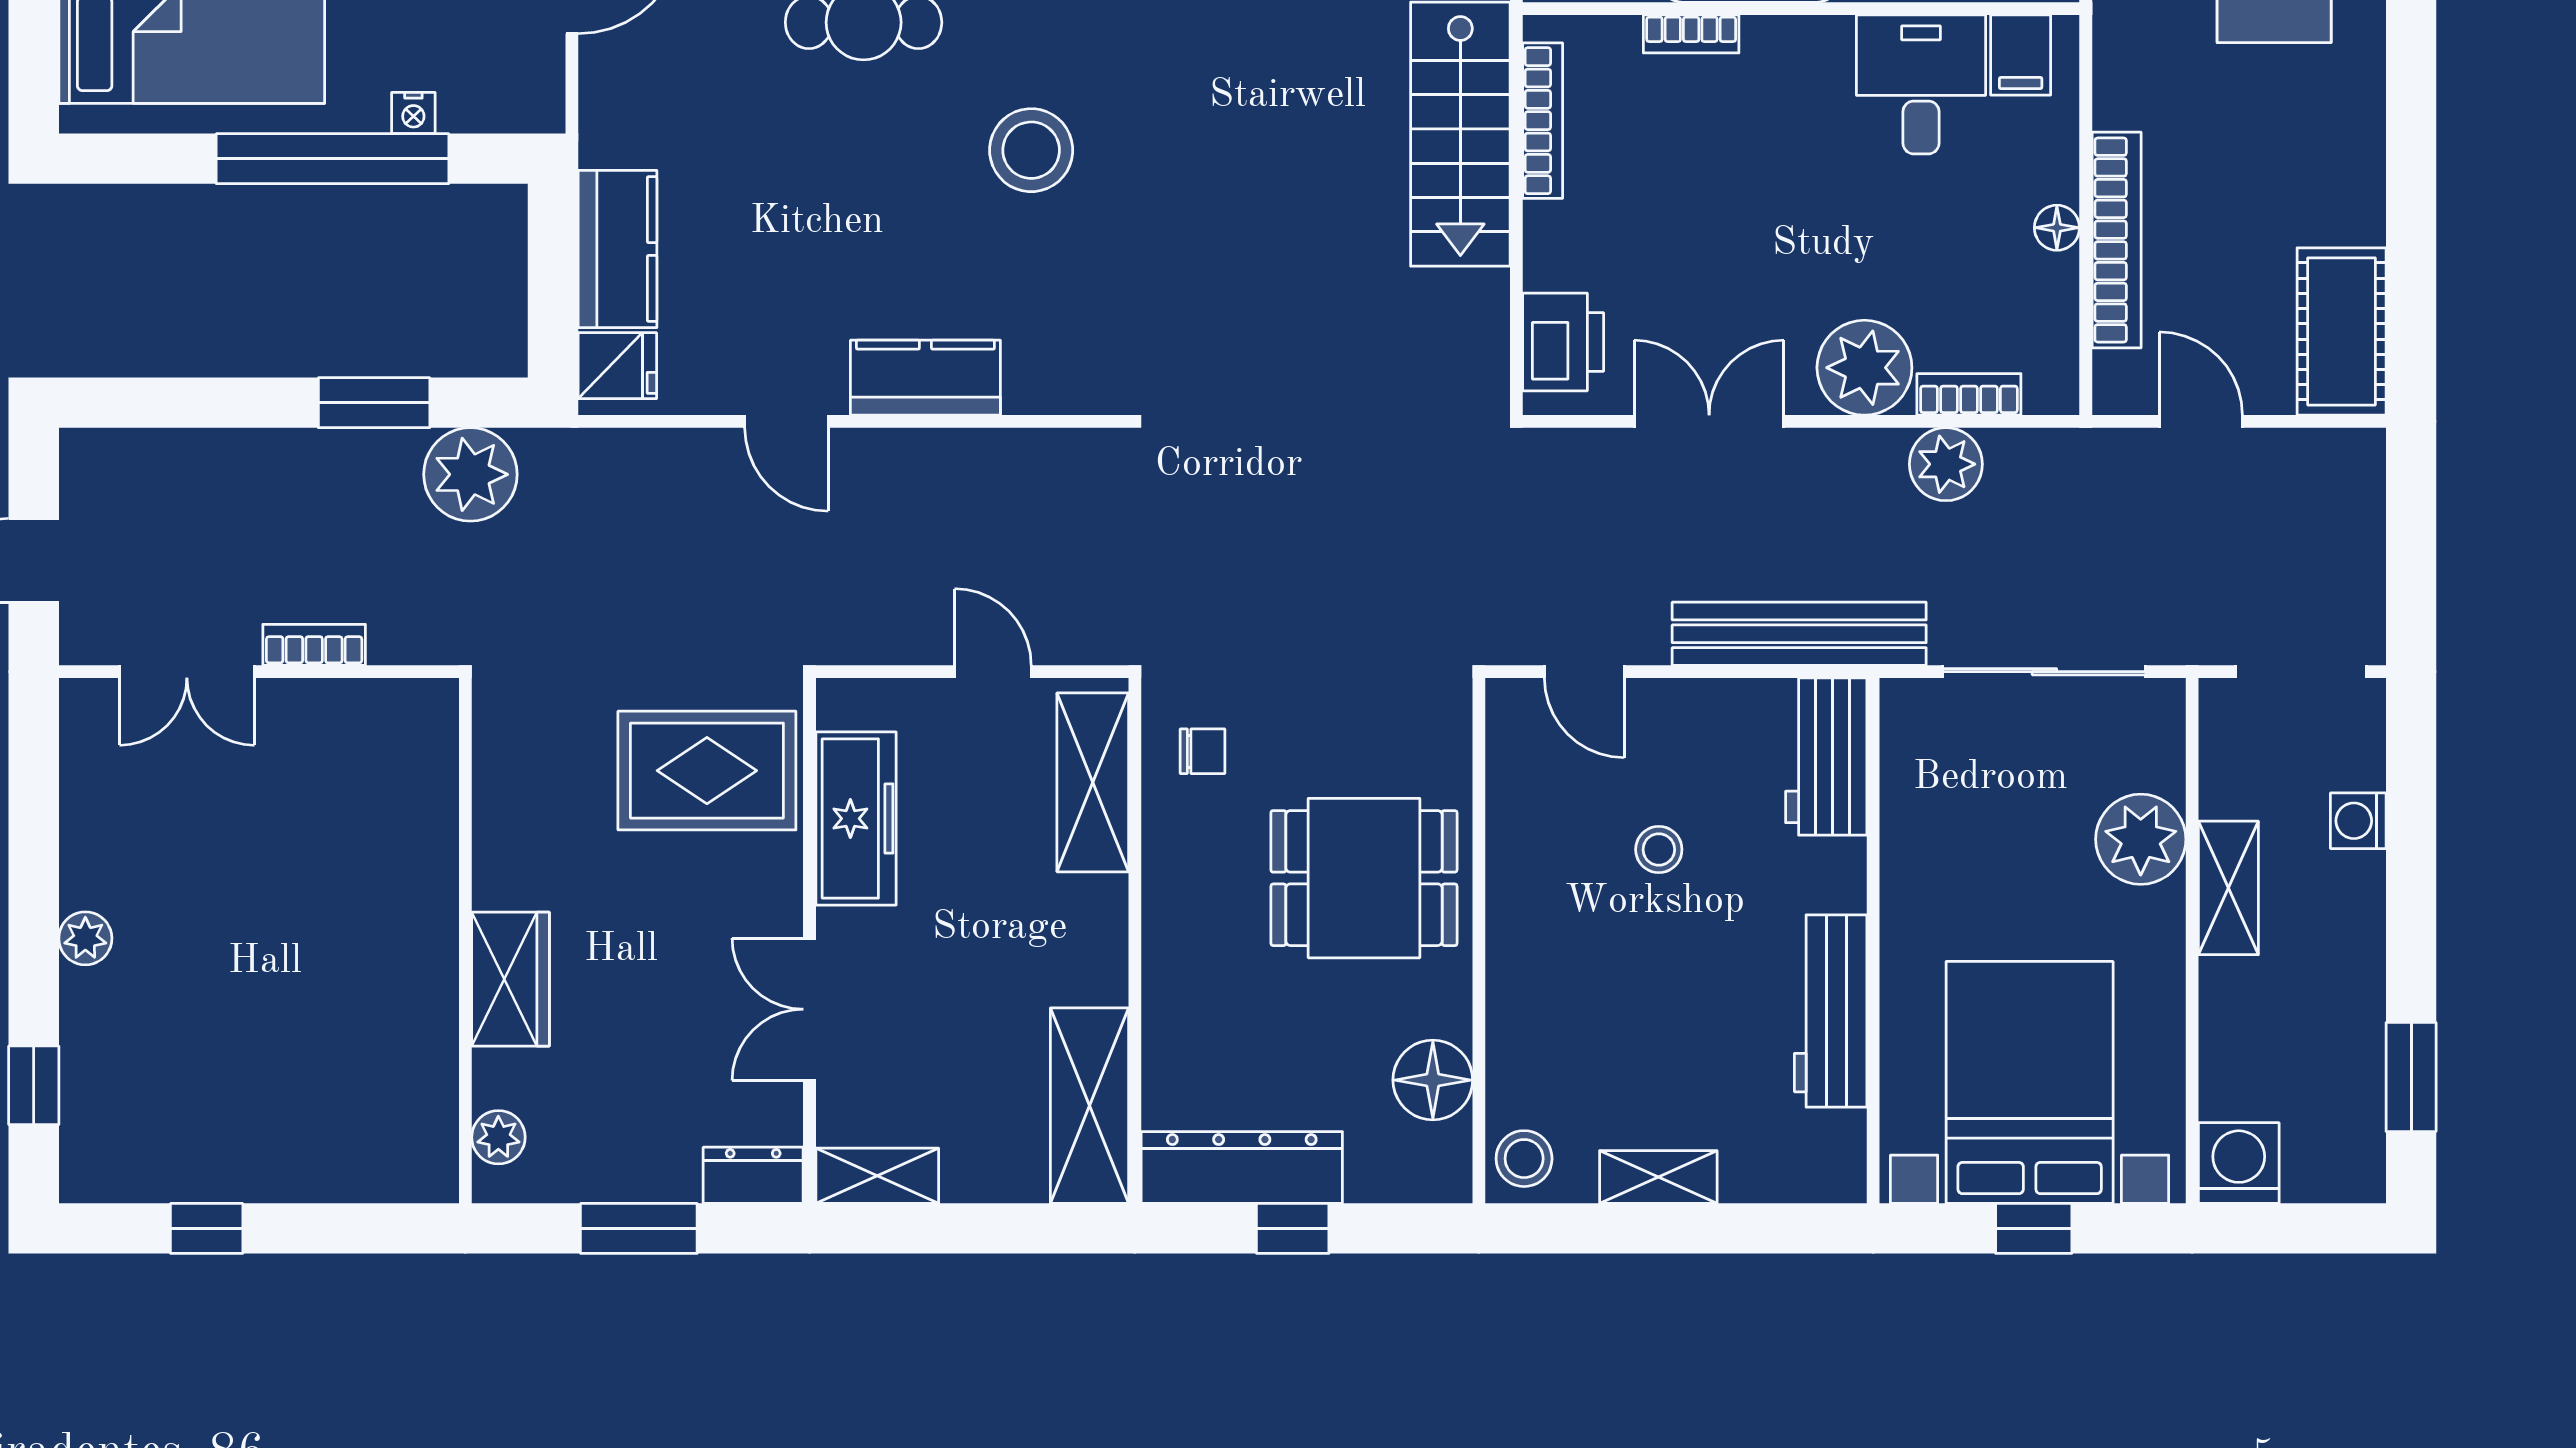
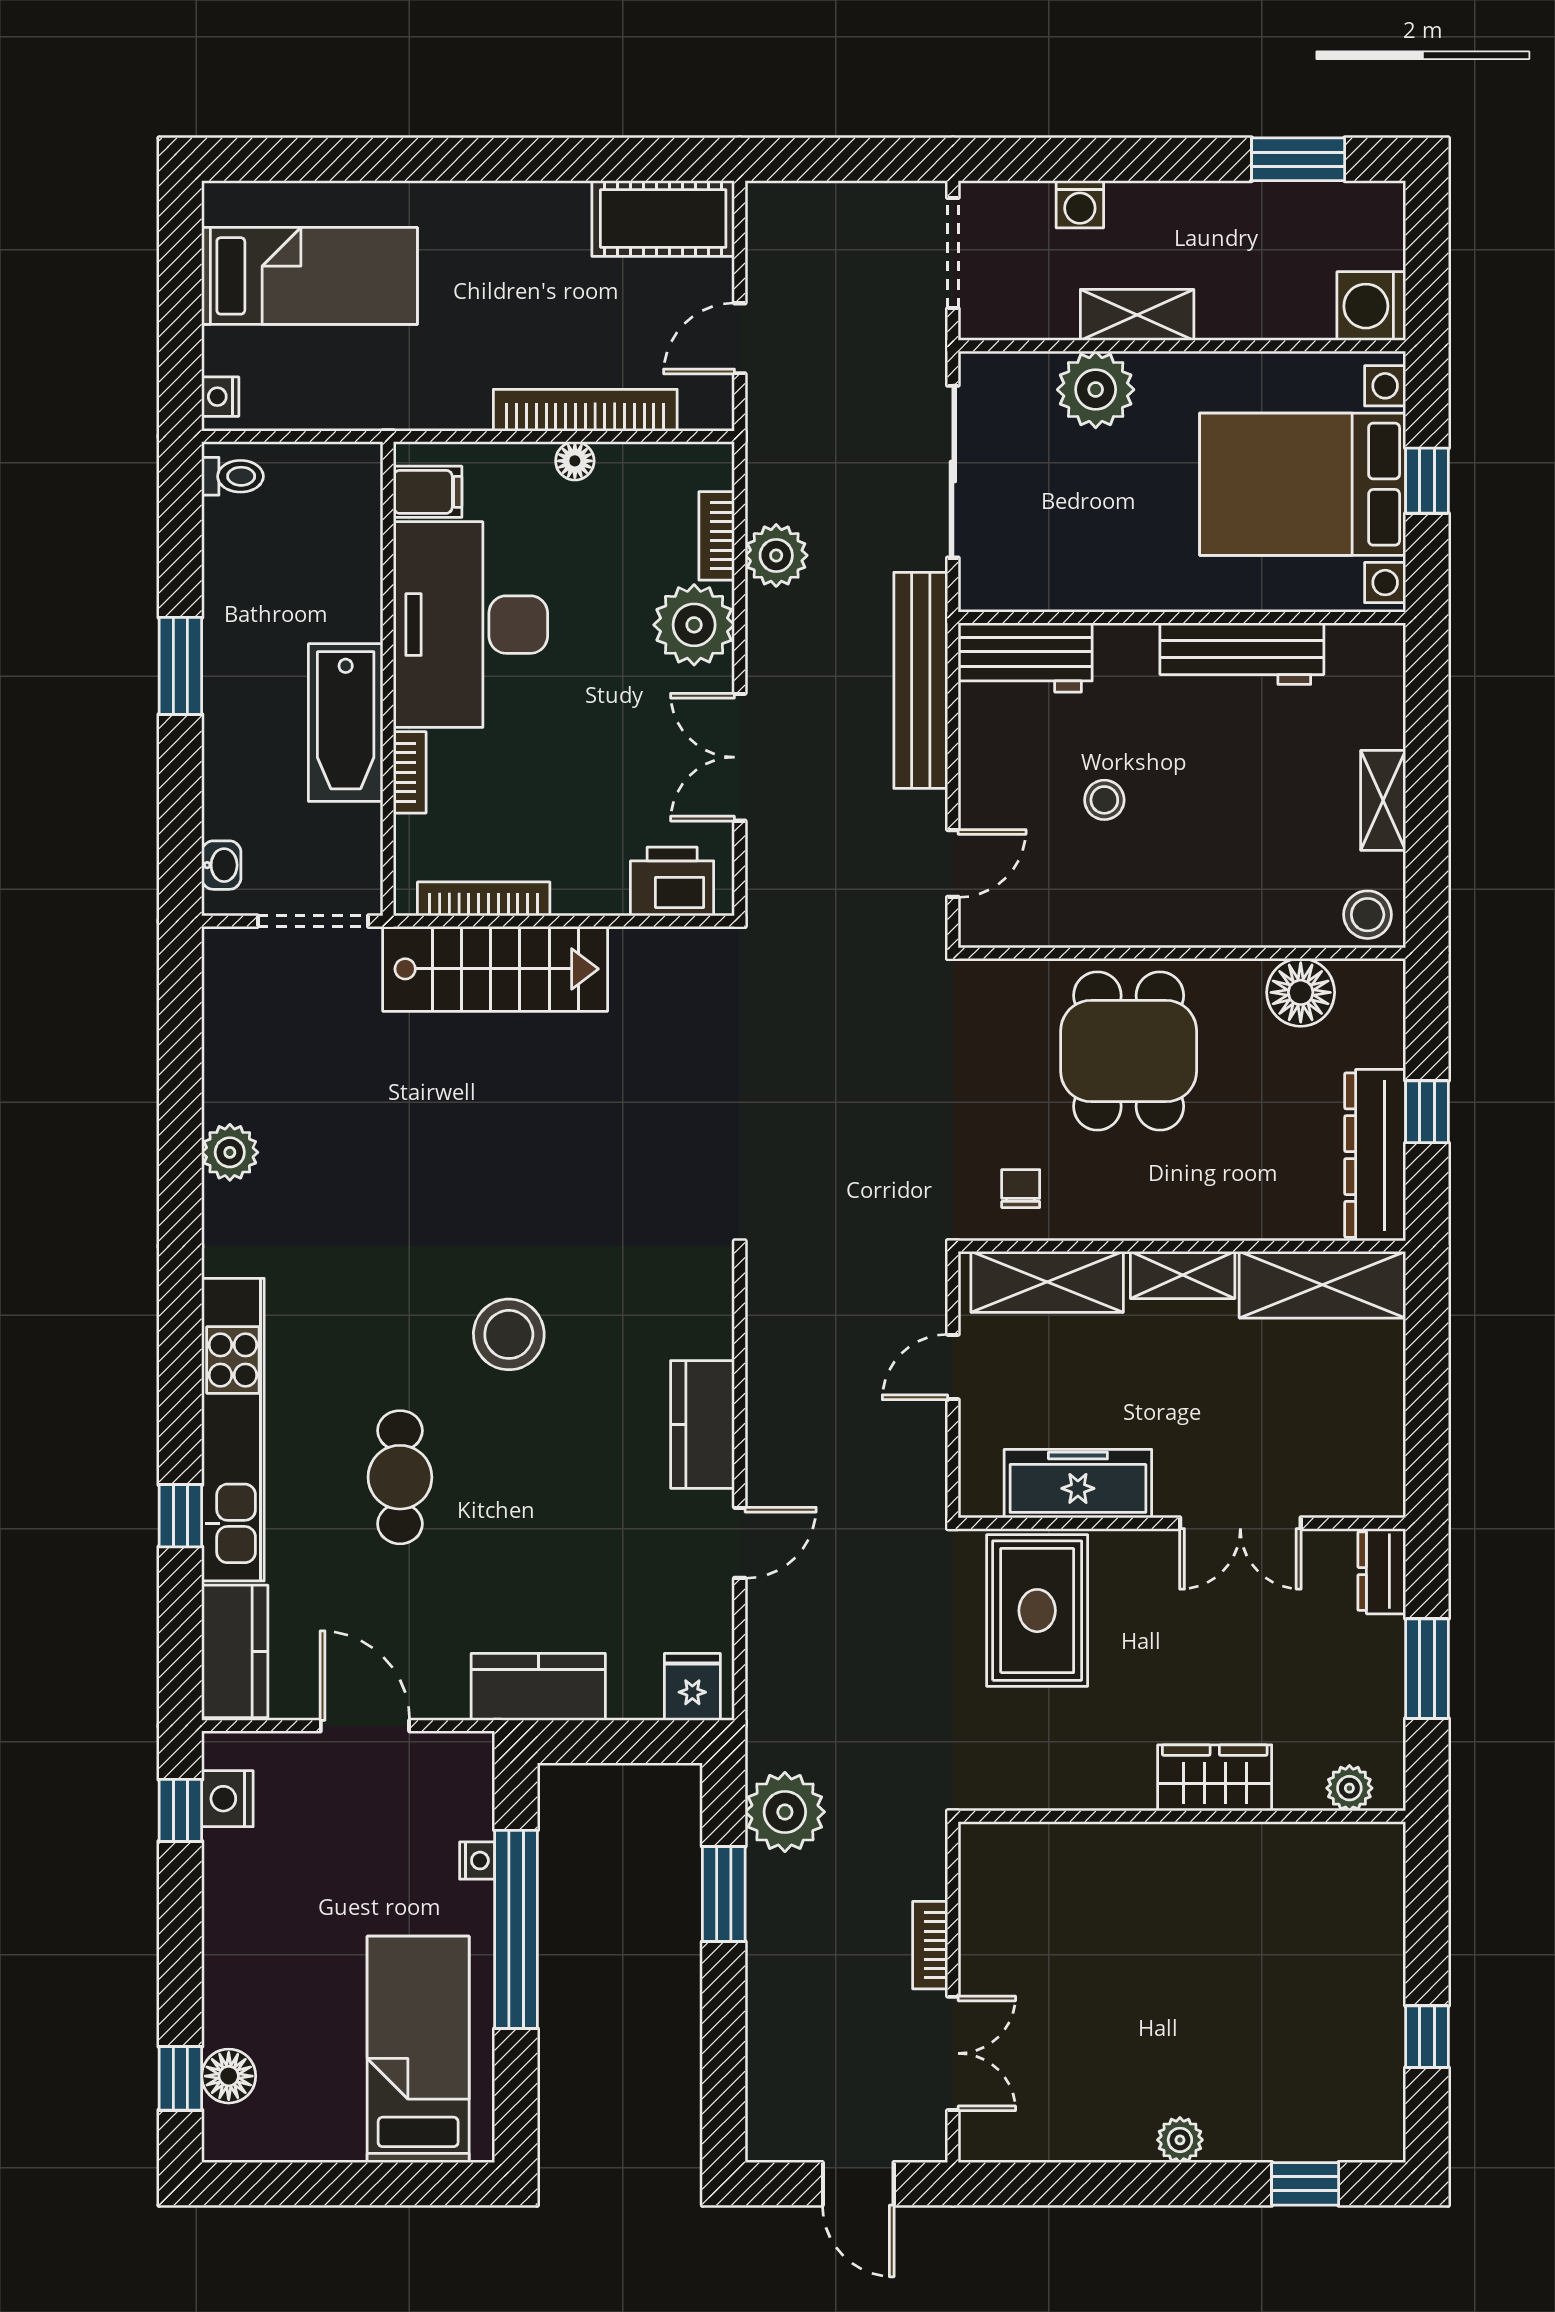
desk: (1921, 84) -> (470, 625), width x1.87, depth x1.30
kitchen counter: (617, 249) -> (538, 1687), moved
shelving: (877, 1176) -> (1183, 1275), moved, turned 90

